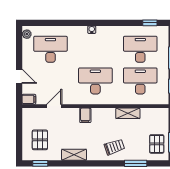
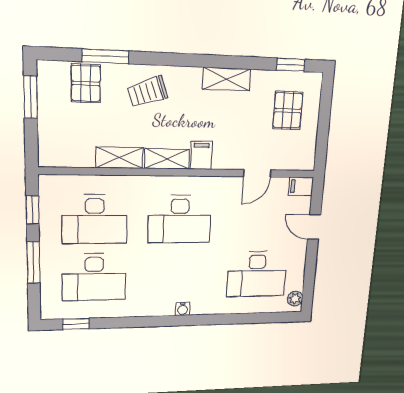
shelving: (103, 113) -> (167, 159), added
pallet: (157, 144) -> (86, 83), moved

